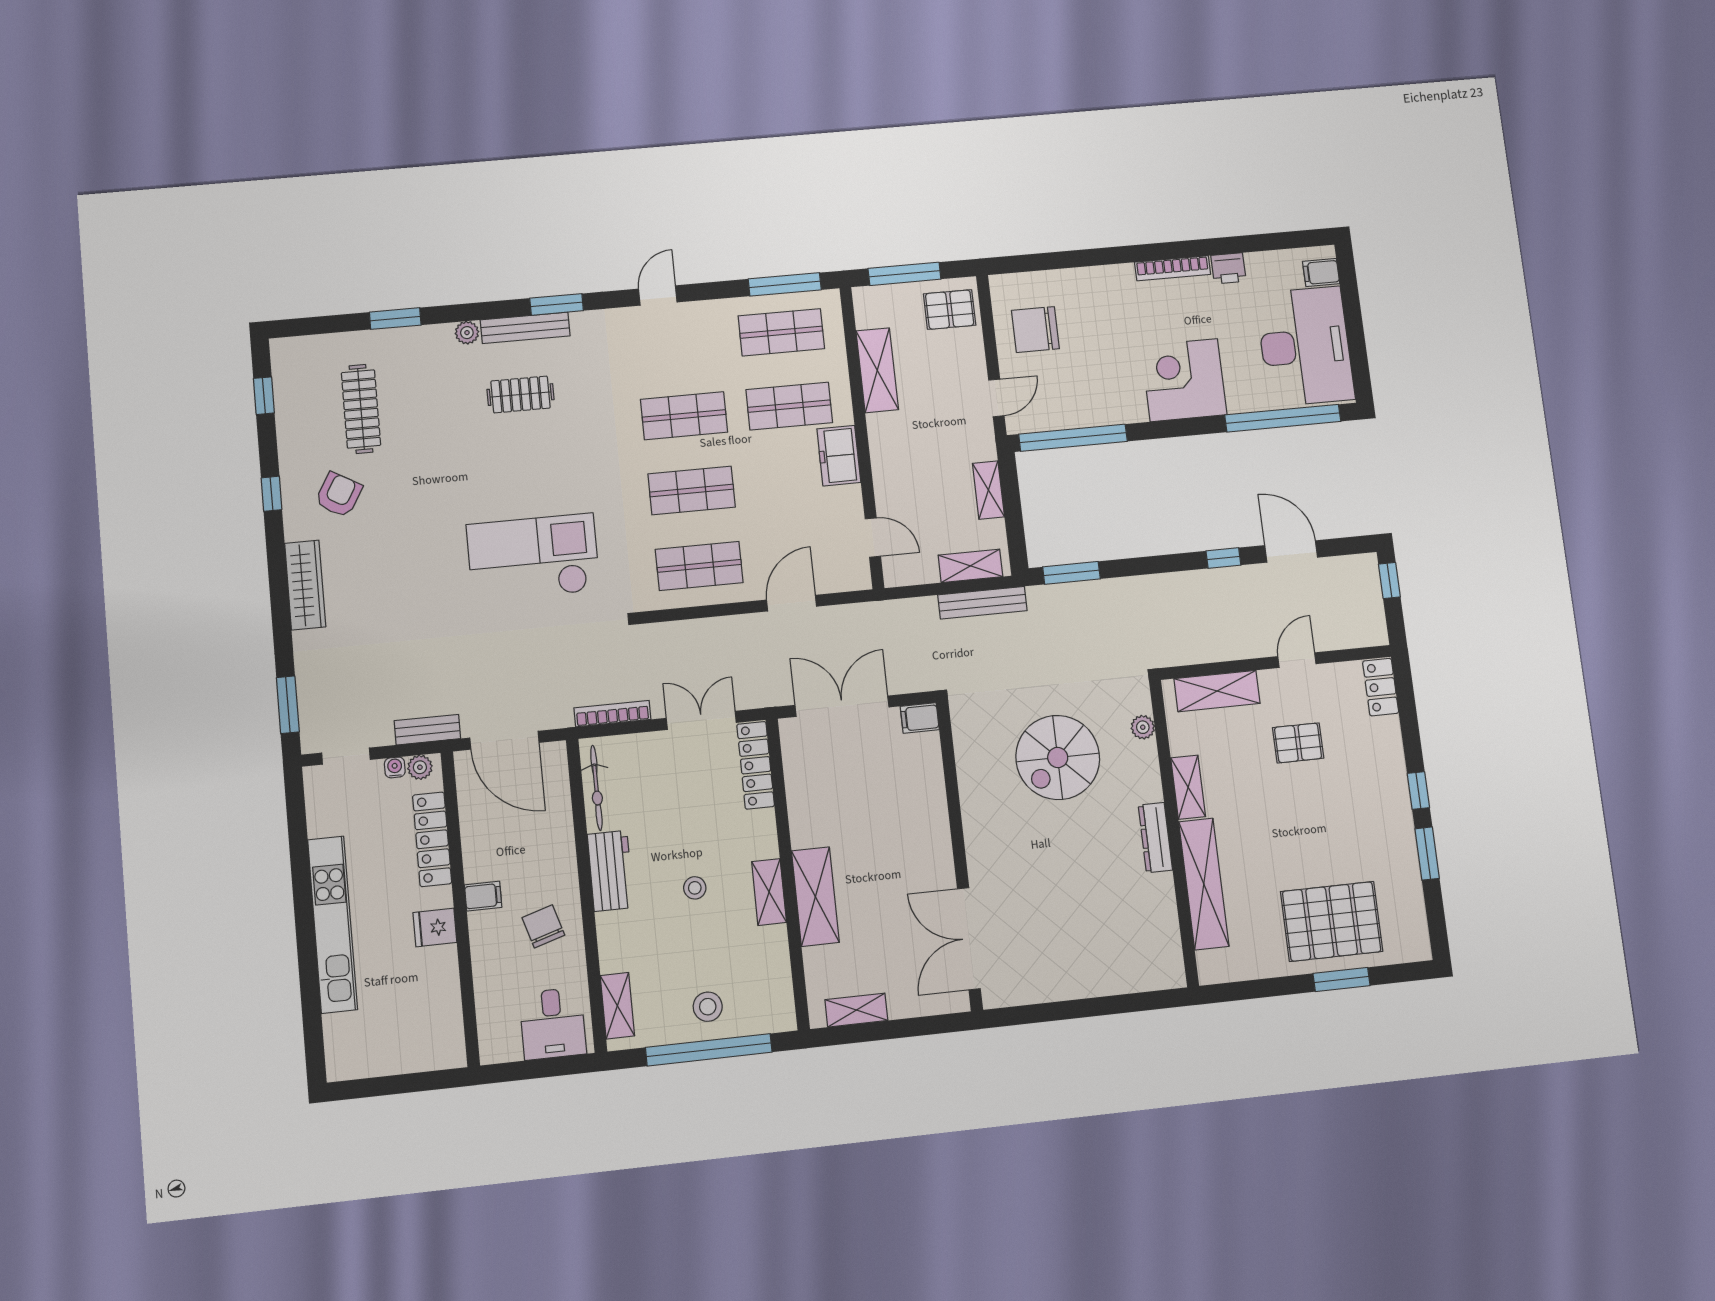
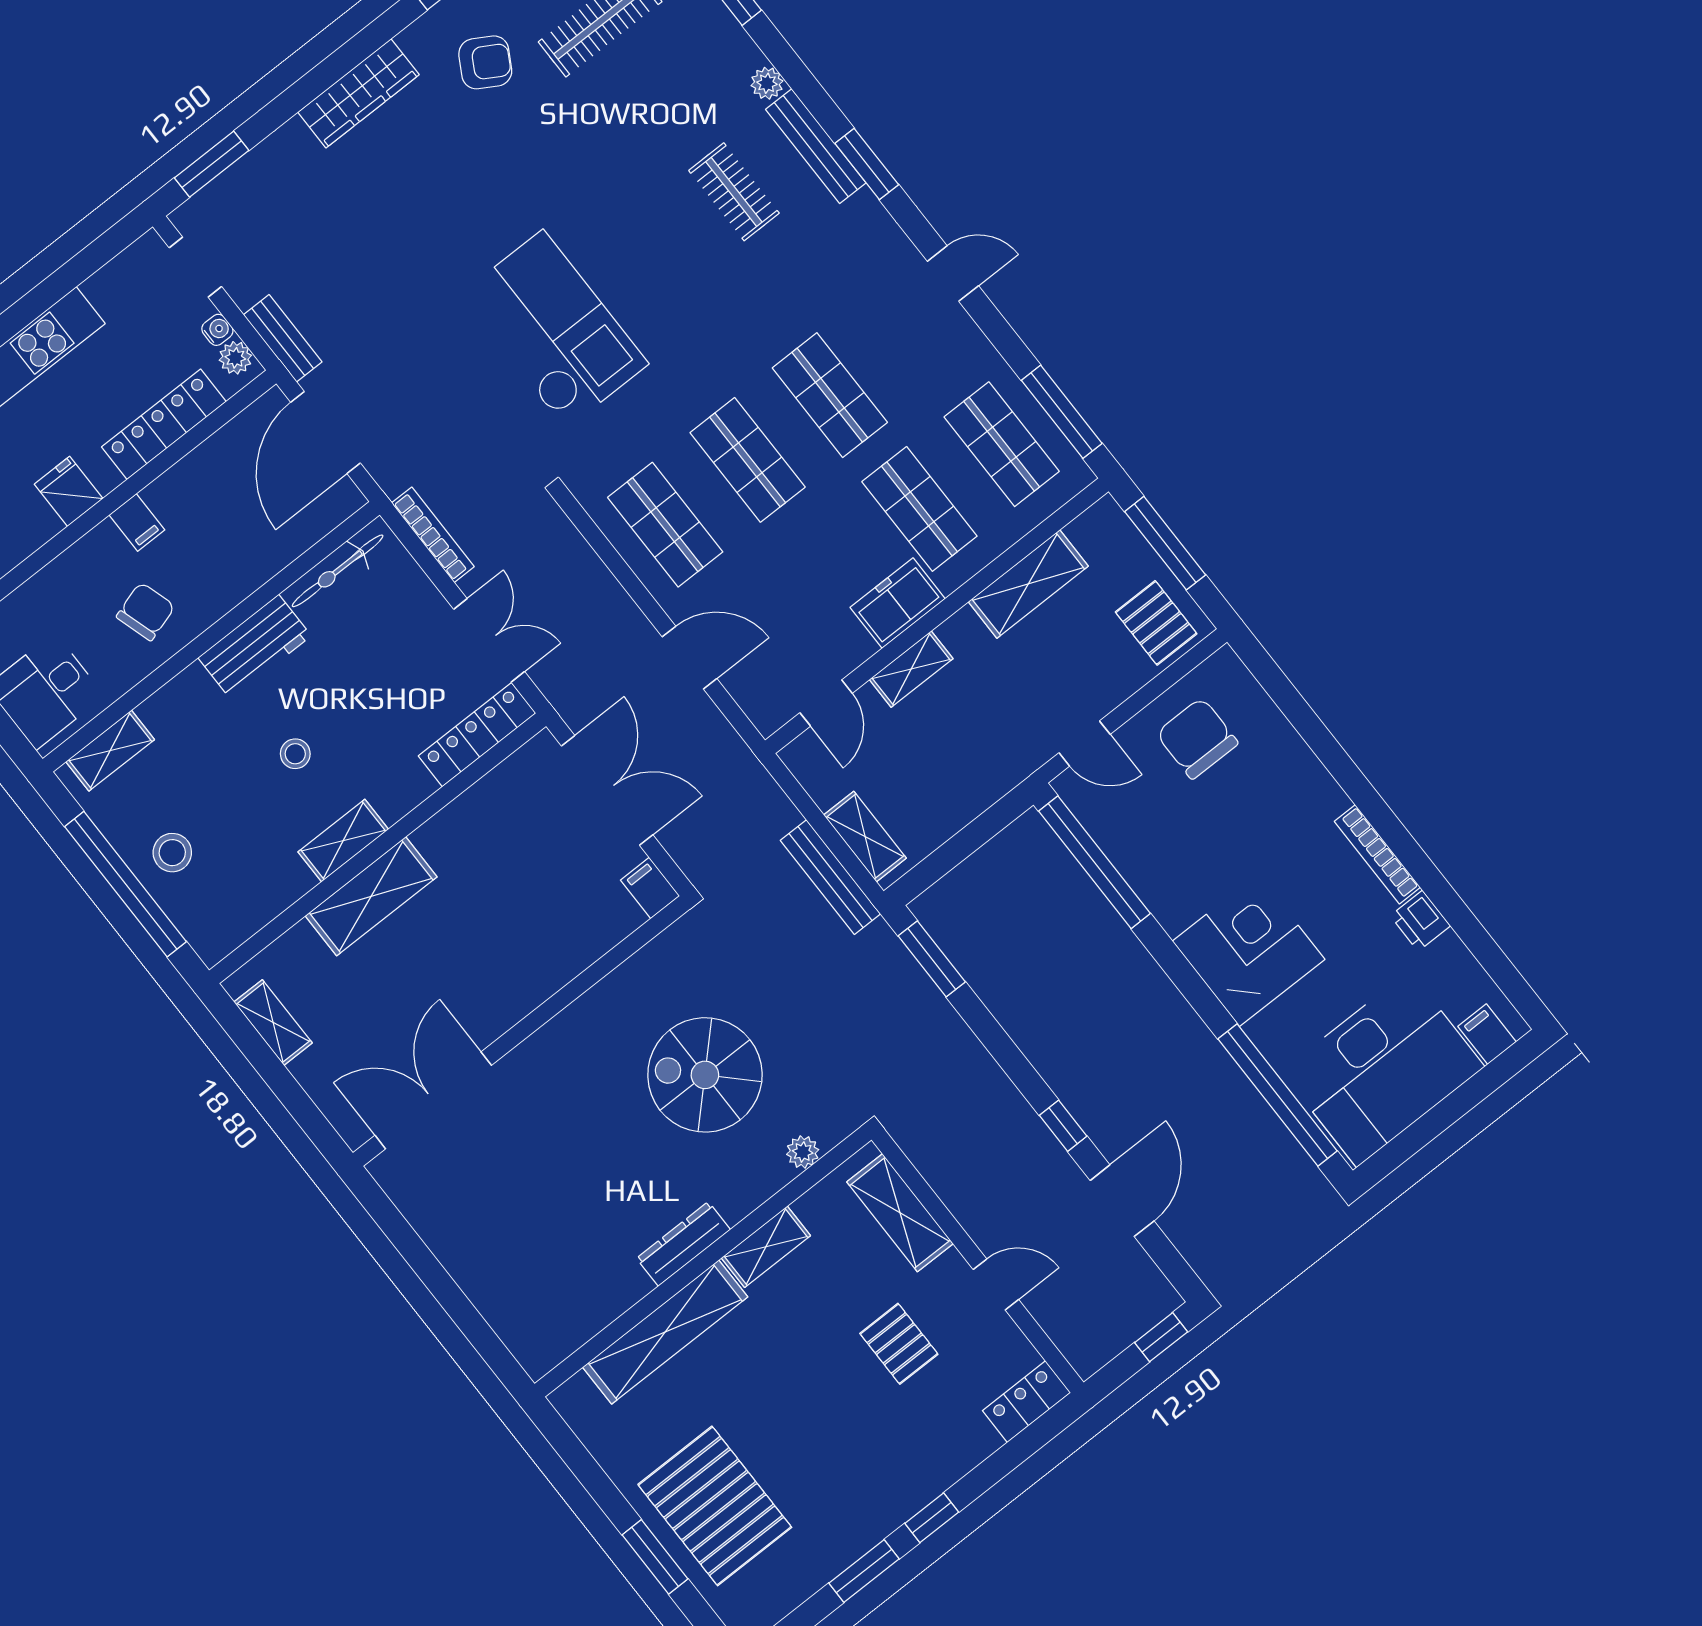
shelving: (988, 490) -> (911, 669), moved

